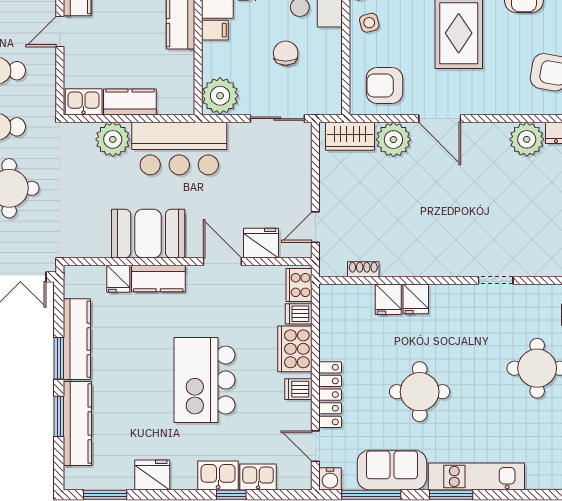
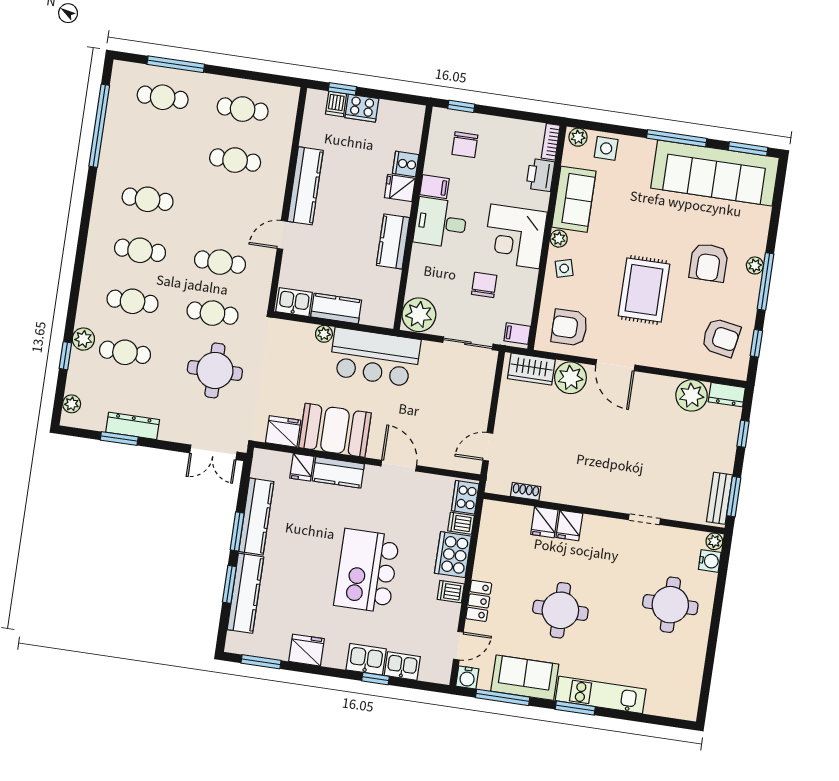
filing cabinet: (215, 30) -> (517, 334), moved, turned 180
plant: (113, 139) -> (324, 334), width x0.53, depth x0.53
fridge: (261, 243) -> (283, 431), moved
locker: (330, 395) -> (479, 601), width x0.66
door: (315, 446) -> (458, 646), swing flipped

